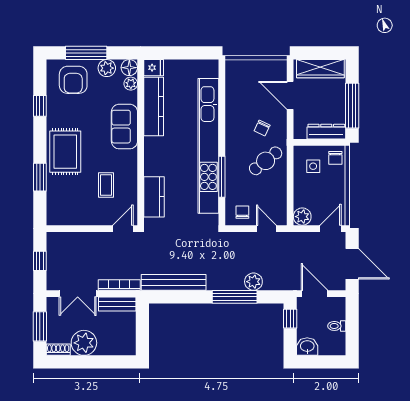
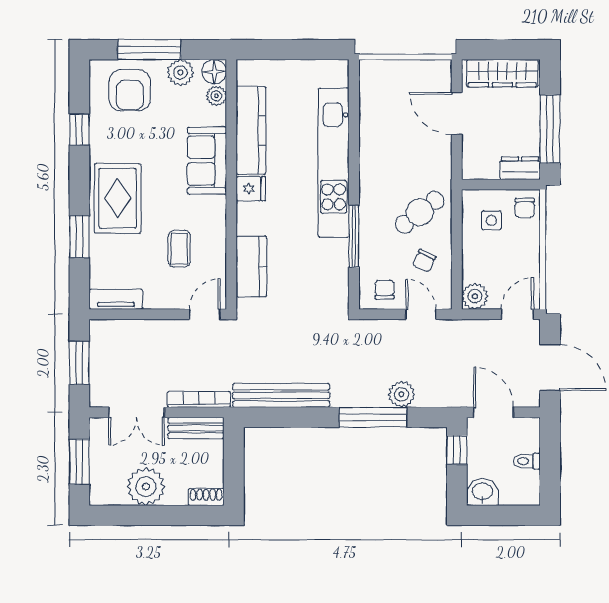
fridge: (154, 68) -> (251, 189), moved
chair: (262, 128) -> (424, 261), moved
dresser: (326, 132) -> (520, 168), width x0.70
kitchen unit: (208, 146) -> (334, 163), width x0.73
tv unit: (64, 219) -> (116, 299), added
window: (40, 261) -> (79, 363), width x1.50
shoe rack: (58, 350) -> (206, 497), moved

